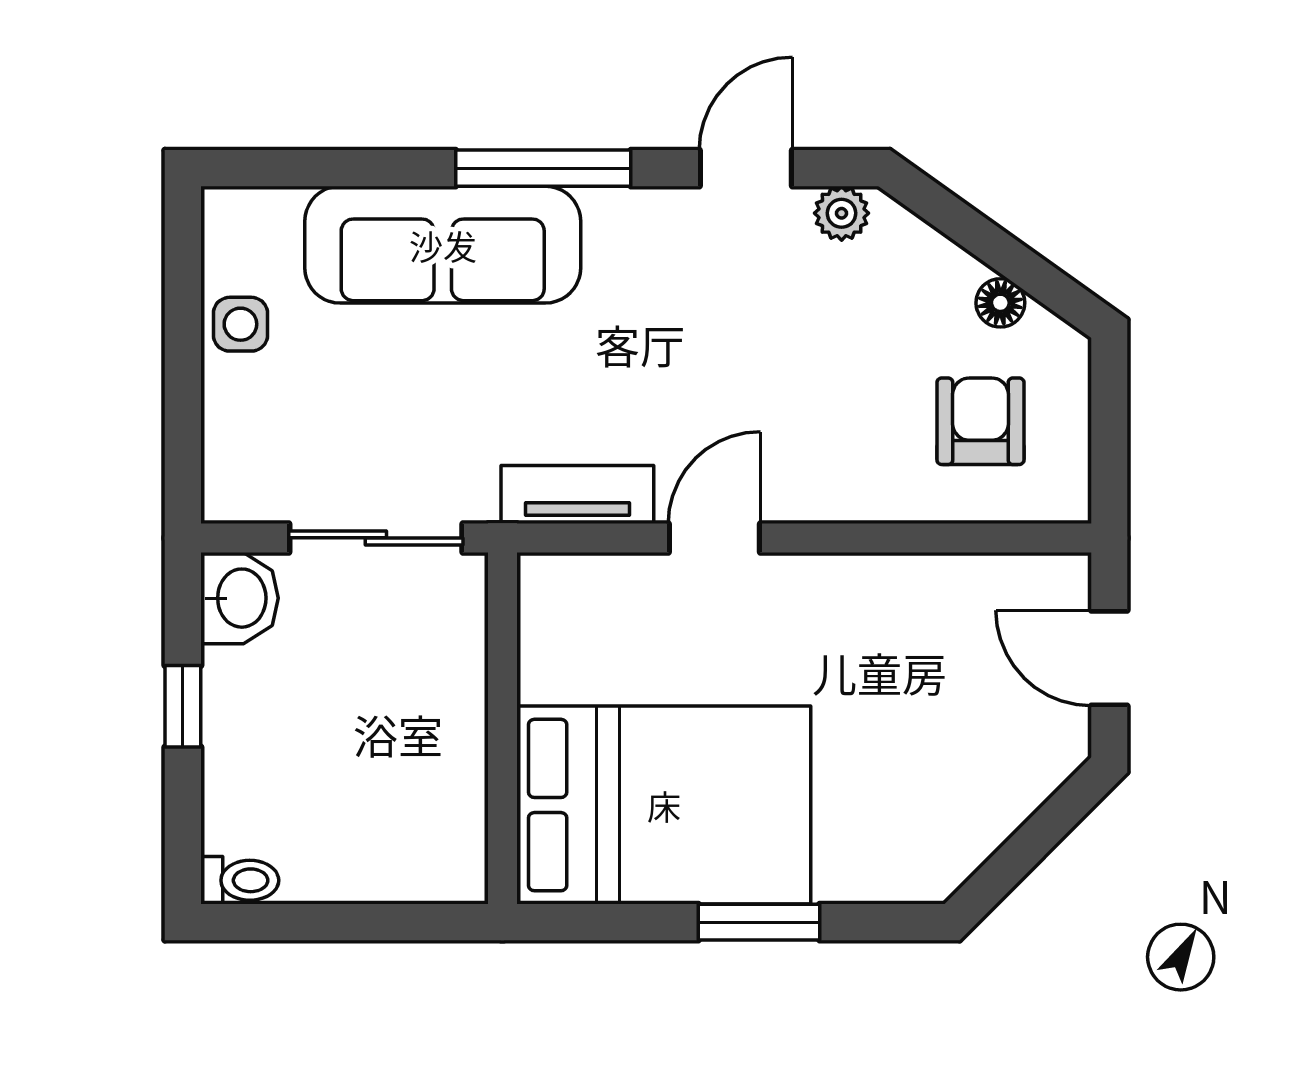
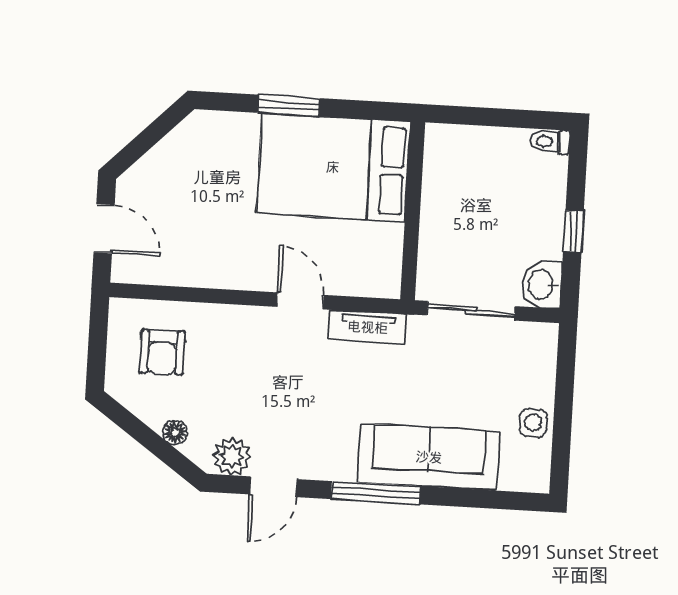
plant: (842, 213) -> (232, 456), width x1.38, depth x1.38
floor lamp: (1000, 303) -> (175, 432), moved
door: (714, 538) -> (300, 301), swing flipped

